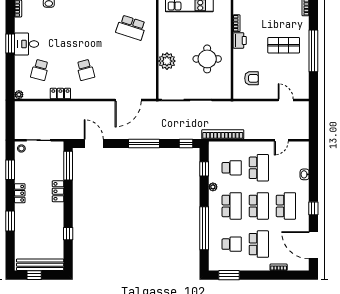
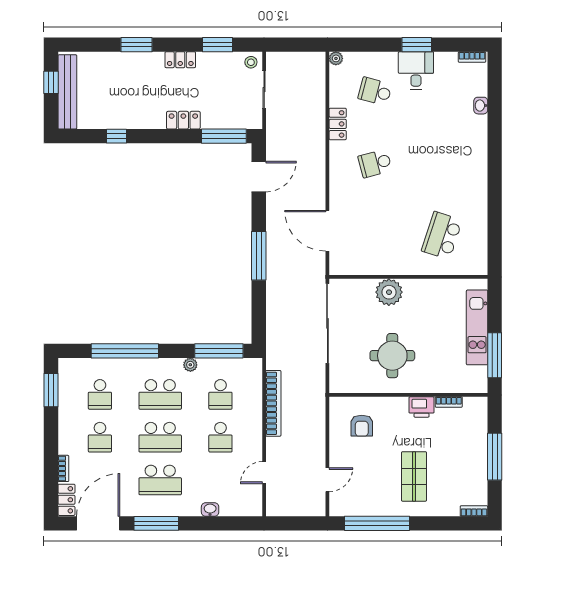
window: (313, 51) -> (377, 523), moved
bookcase: (223, 134) -> (273, 403), moved
door: (281, 140) -> (264, 473), hinge flipped
window: (186, 144) -> (259, 322), removed
school desk: (259, 168) -> (220, 437), width x0.54
window: (204, 169) -> (219, 351), width x2.17
window: (313, 208) -> (156, 523), width x2.17
school desk: (259, 244) -> (100, 437), width x0.54
locker: (298, 265) -> (66, 500), added

